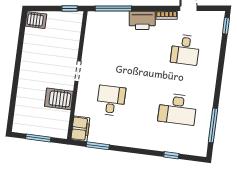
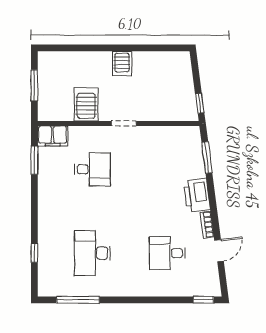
window: (113, 8) -> (207, 157), width x0.69
server rack: (36, 20) -> (122, 63), moved

